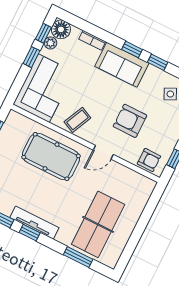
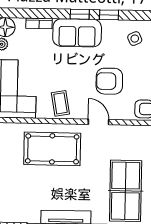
coffee table: (77, 120) -> (60, 103), turned -35
door: (103, 152) -> (99, 122), swing flipped

